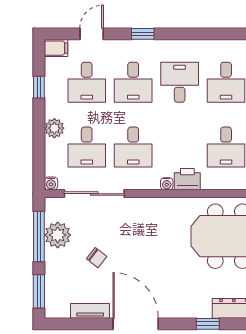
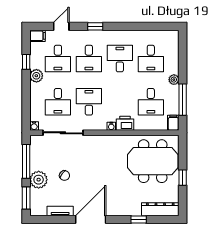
plant: (54, 128) -> (36, 76), moved
desk: (133, 147) -> (89, 102), turned 180
plant: (58, 235) -> (39, 180), moved
door: (136, 324) -> (91, 220), hinge flipped

